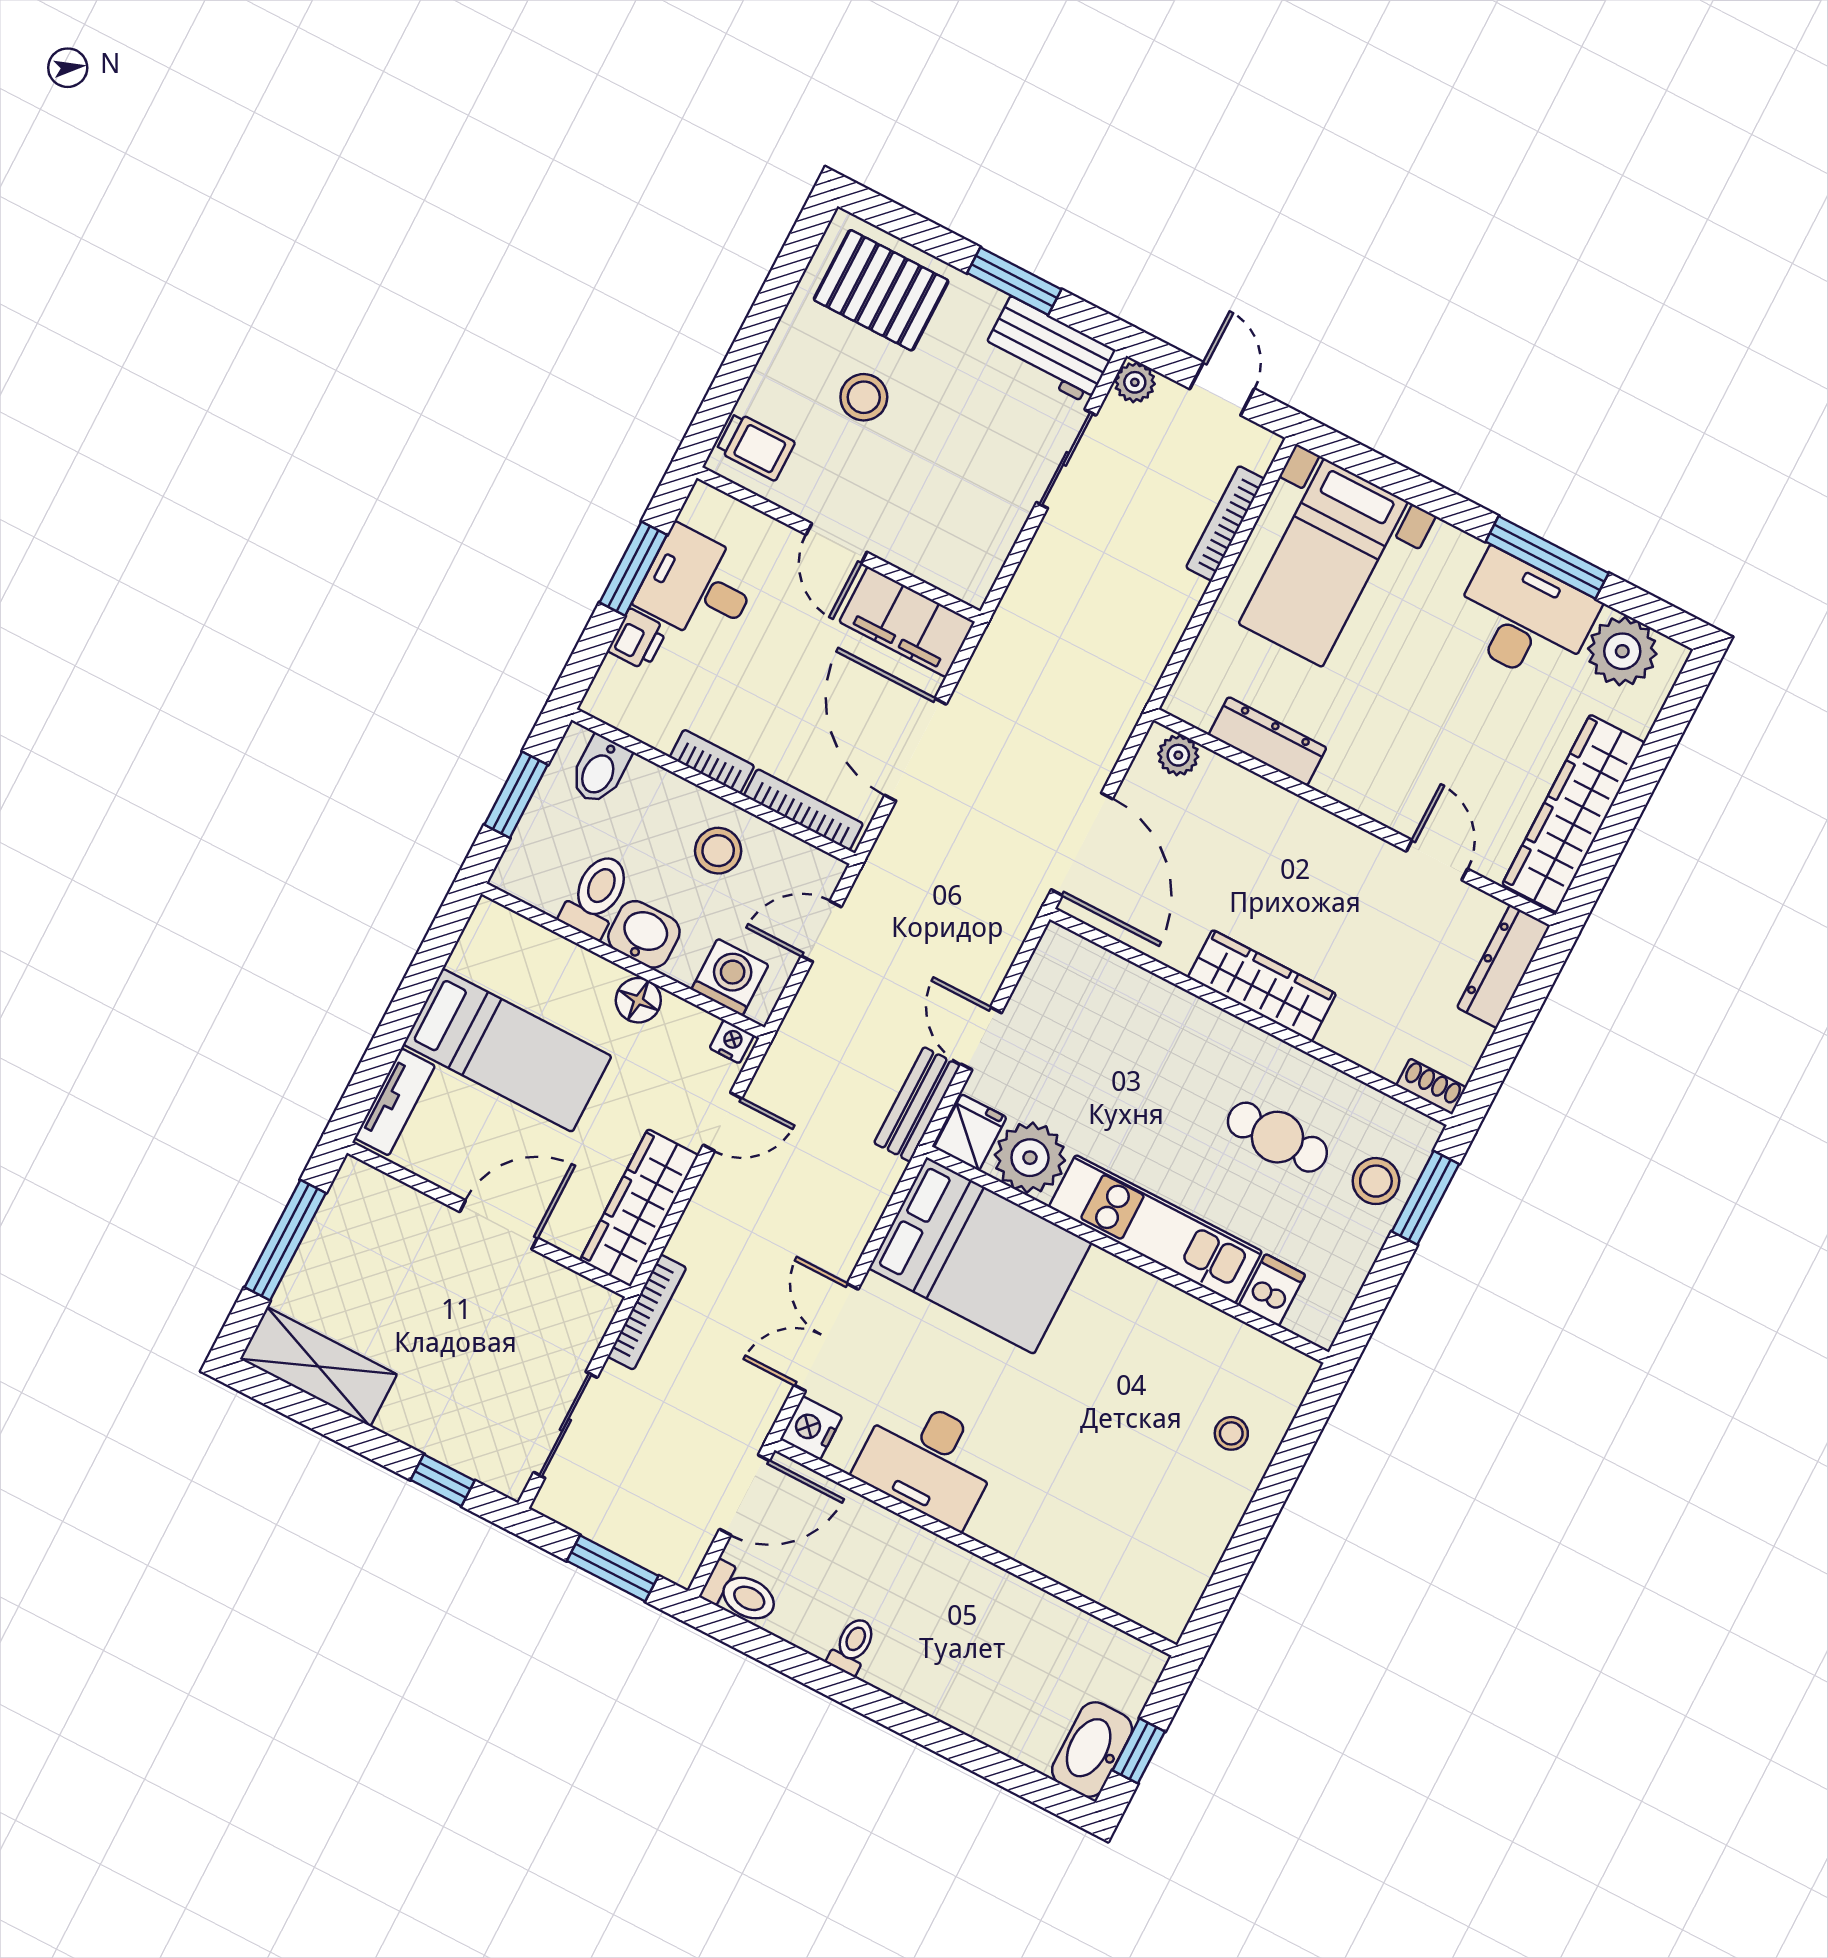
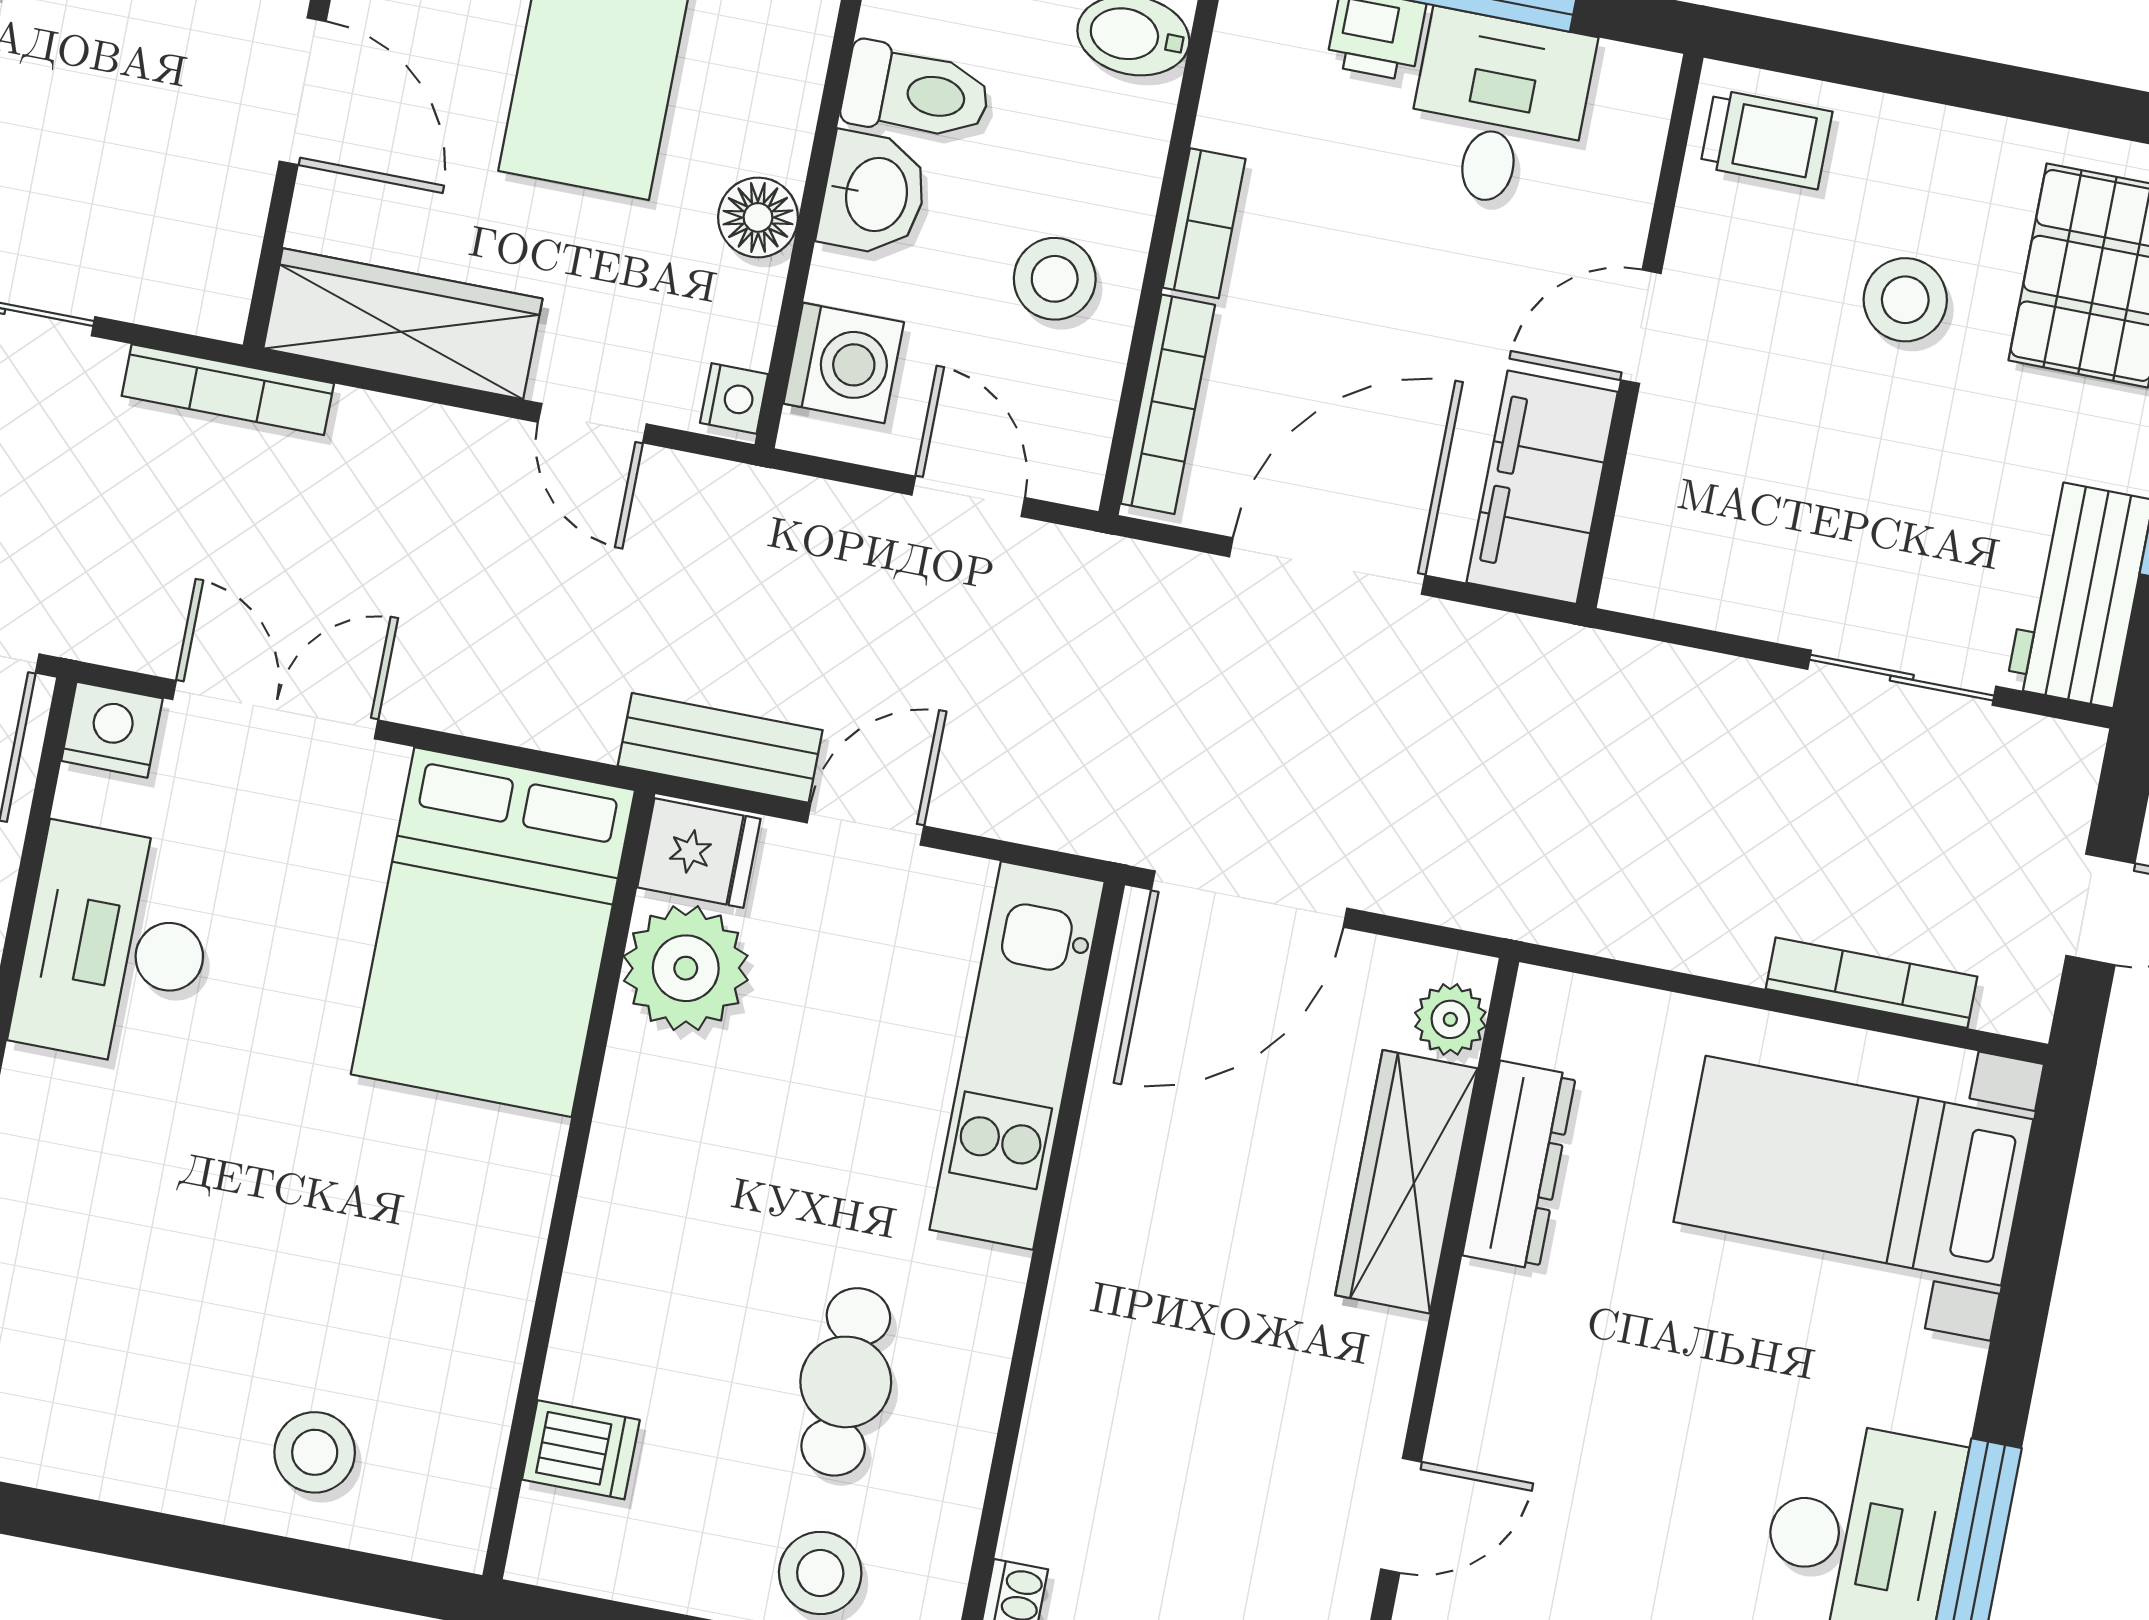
plant: (1135, 382) -> (2067, 757), removed
trolley: (756, 446) -> (1766, 139), turned -90
wardrobe: (1262, 986) -> (1406, 1182), moved, turned 180
kitchen unit: (1155, 1229) -> (1017, 1056), moved, turned 180
stool: (1231, 1433) -> (315, 1452), width x1.37, depth x1.37

